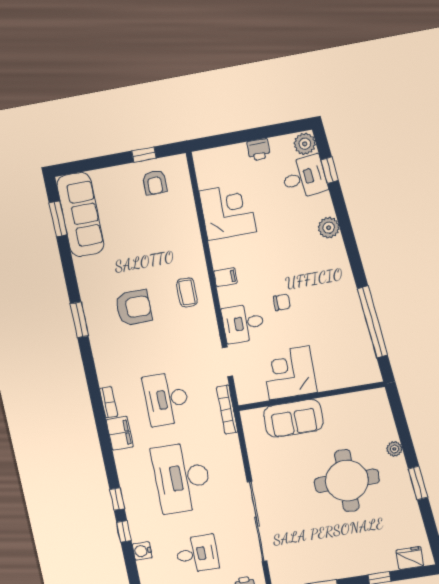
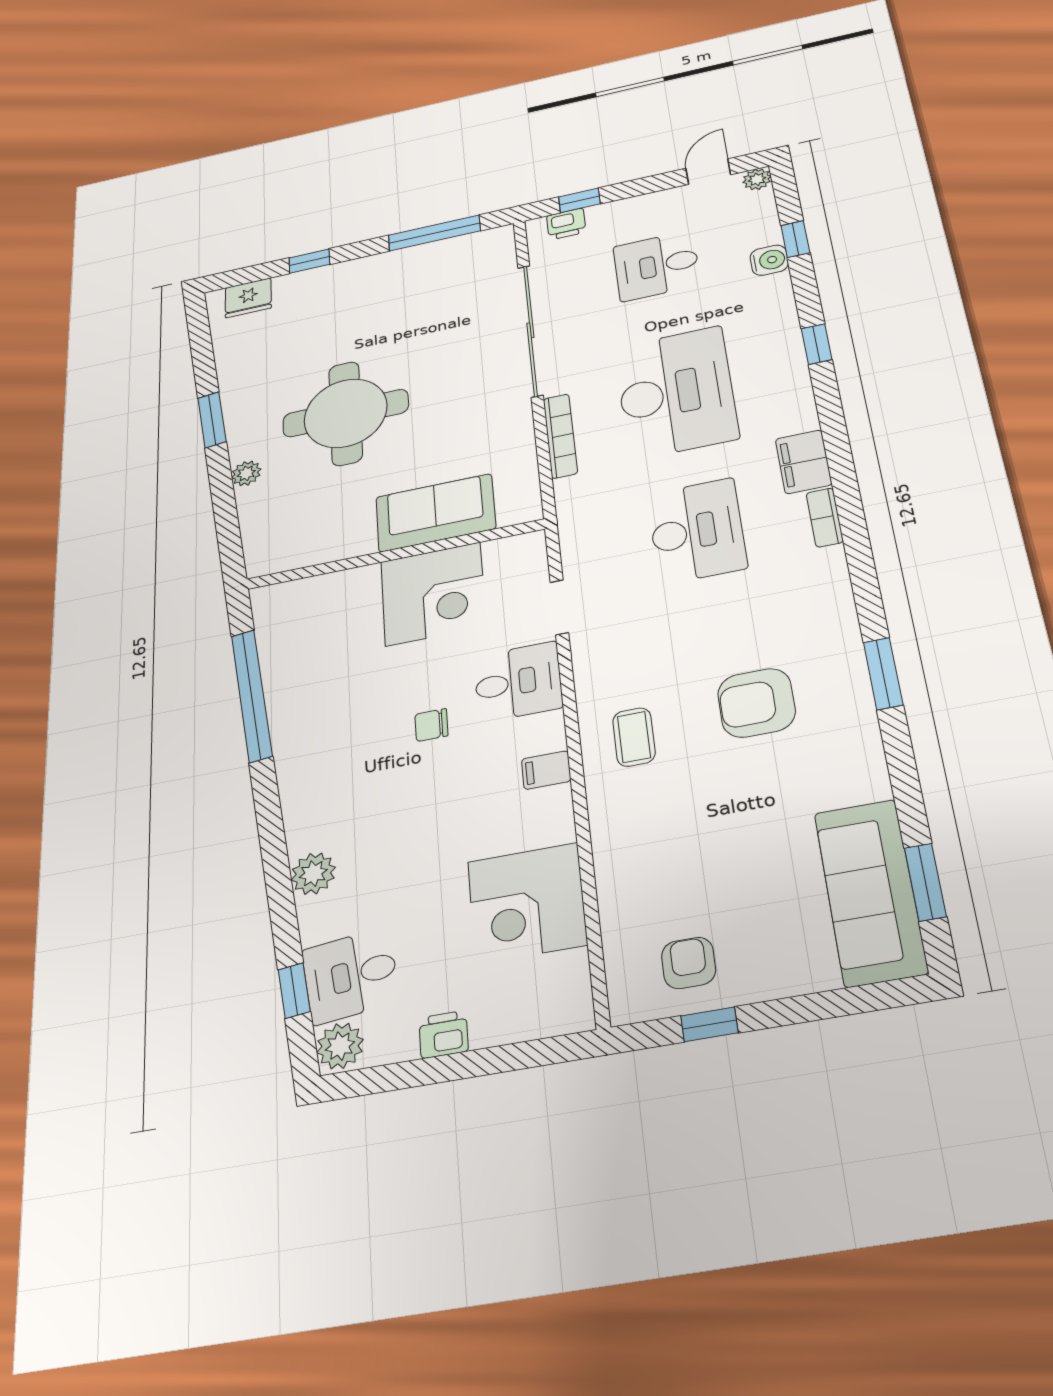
bookcase: (227, 410) -> (560, 436), moved
window: (124, 531) -> (795, 239), moved

